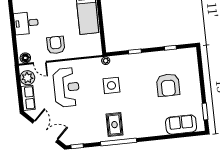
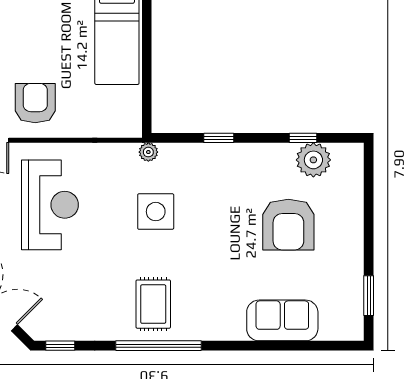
plant: (176, 57) -> (313, 160), added
sofa: (181, 125) -> (282, 320), moved

